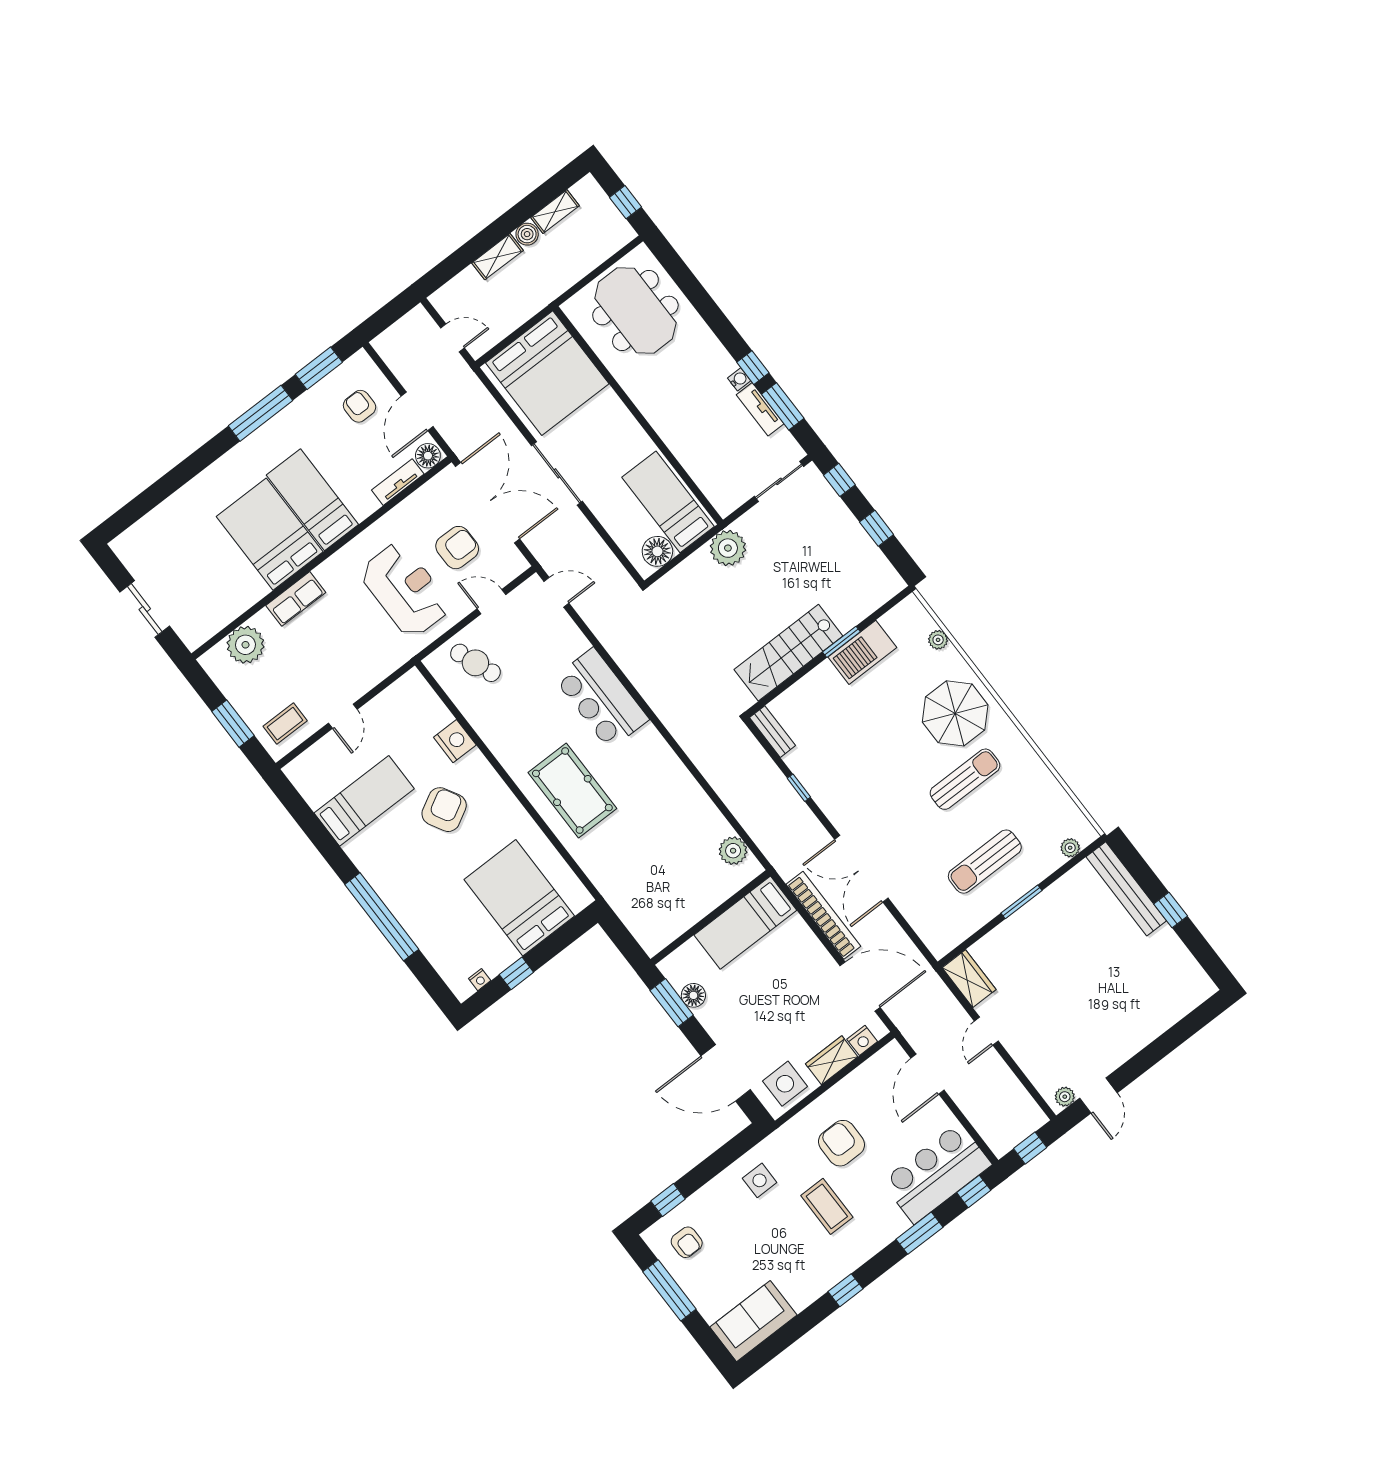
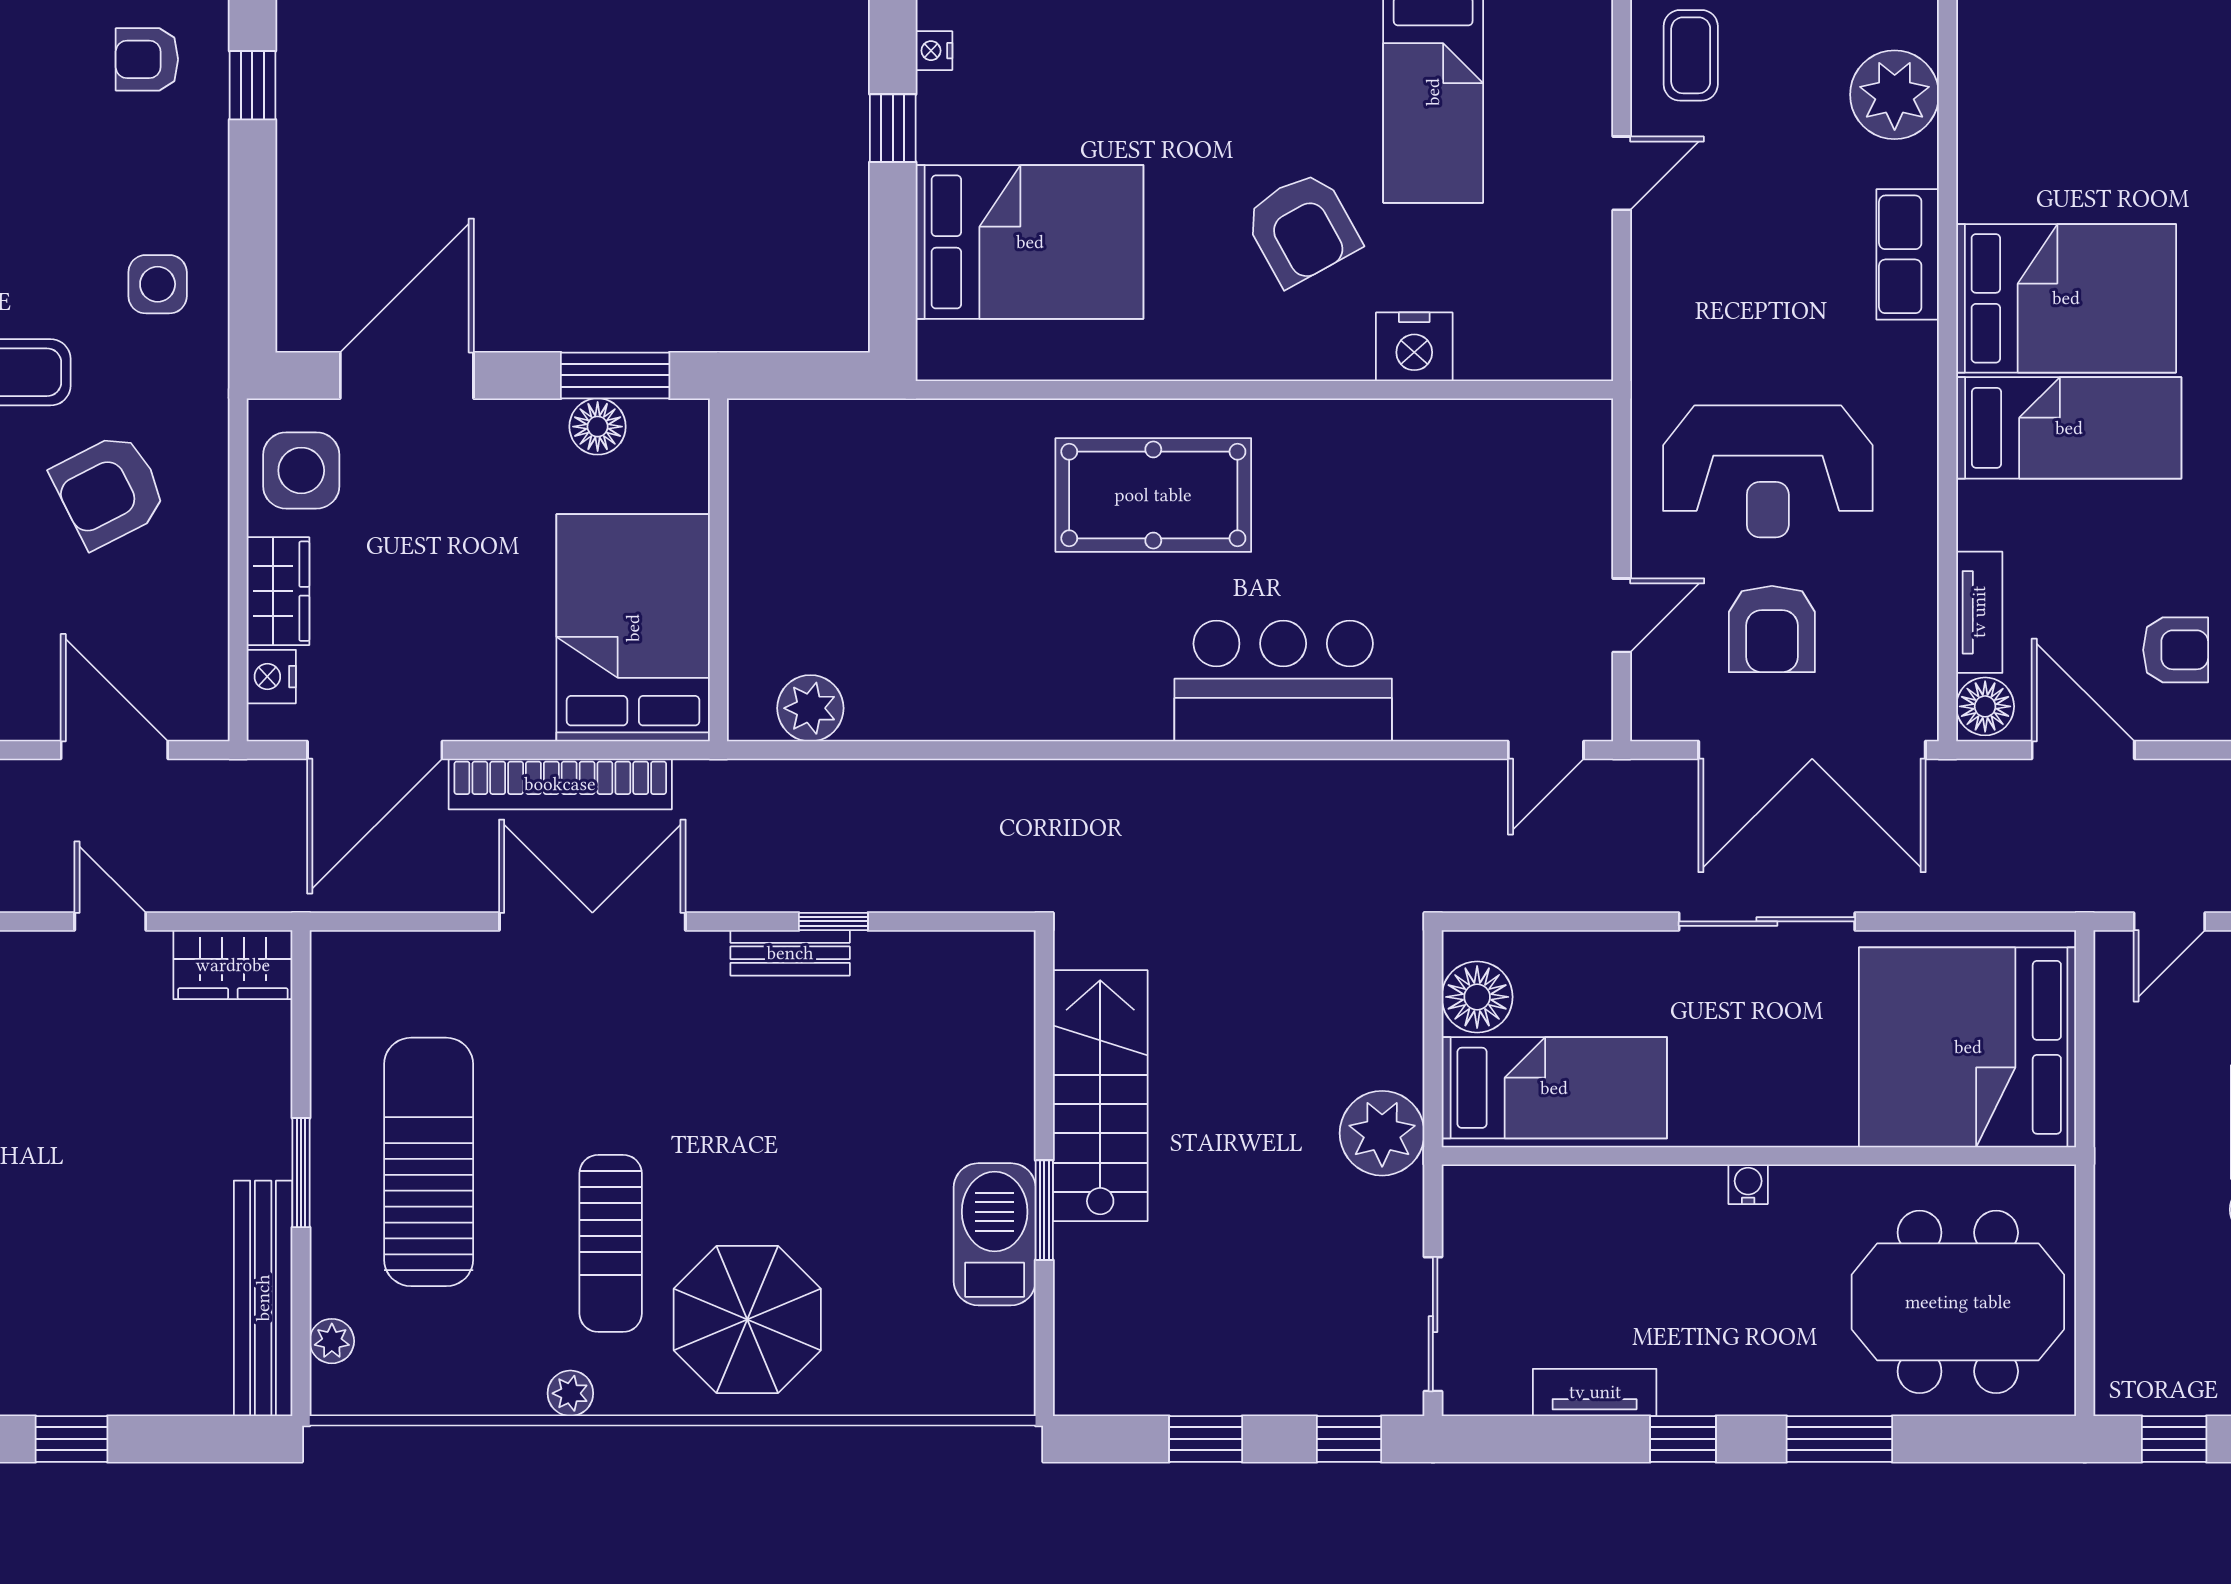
water cooler: (739, 379) -> (1748, 1184), moved, turned 180
window: (783, 406) -> (1839, 1439), moved
plant: (938, 640) -> (570, 1393), moved
cafe table: (475, 663) -> (1531, 498), removed
door: (343, 716) -> (1622, 173), swing flipped
bench: (772, 732) -> (790, 953), moved
sun lounger: (985, 862) -> (429, 1162), width x1.36, depth x1.34
bench: (1126, 889) -> (263, 1298), moved, turned 90
bed: (745, 923) -> (633, 628), width x1.50
armchair: (842, 1143) -> (109, 490), turned 153

